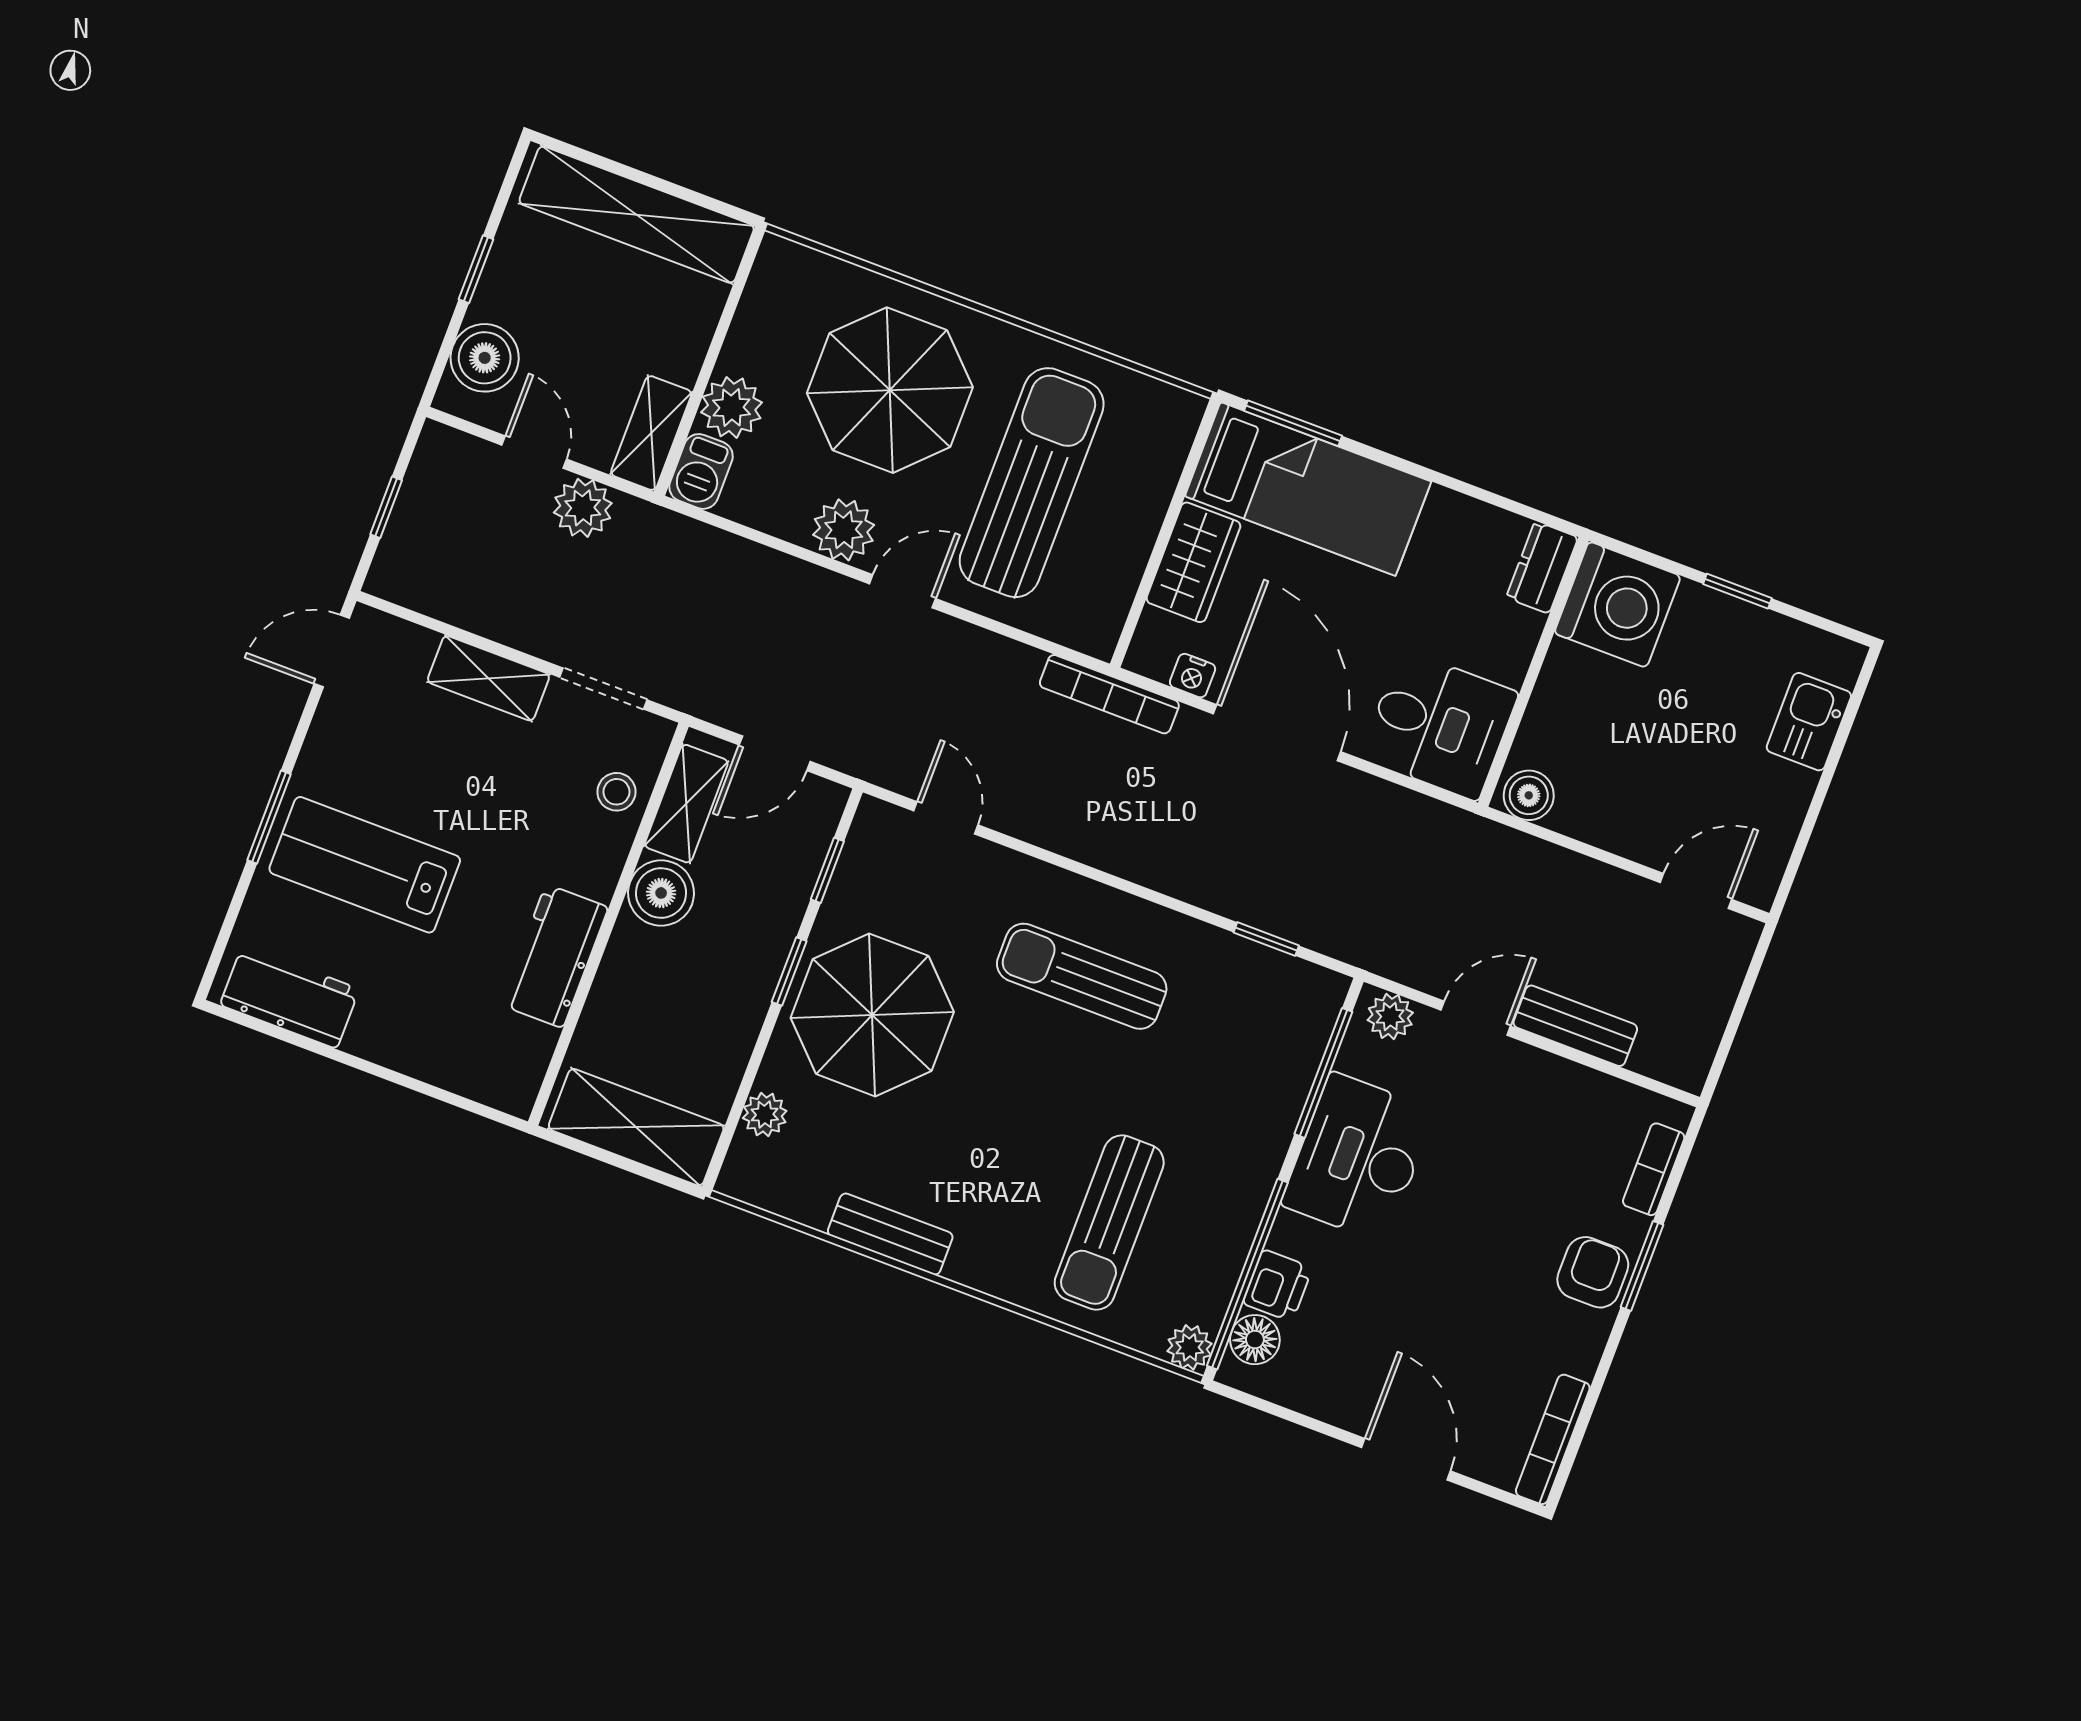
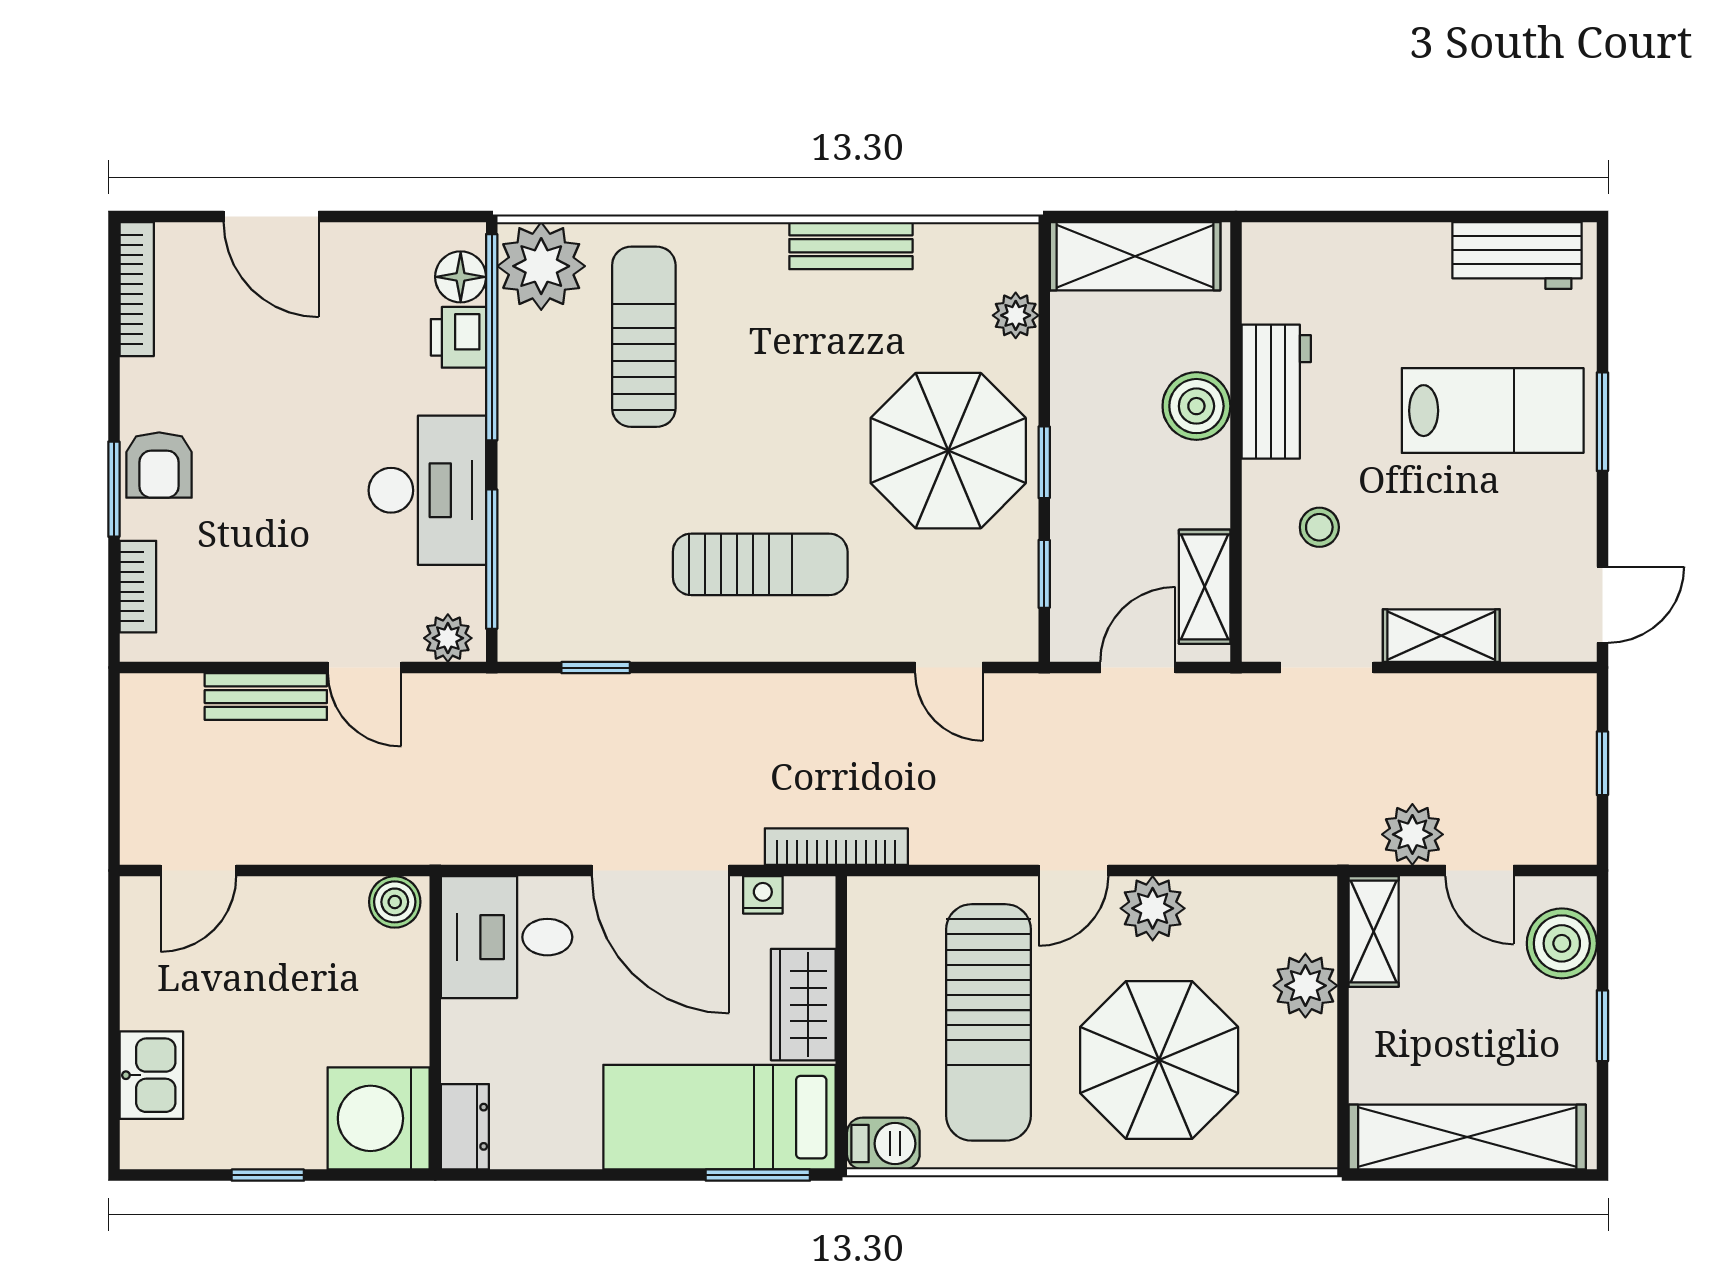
barbecue: (701, 471) -> (883, 1144), moved, turned 90
stool: (616, 792) -> (1319, 527), moved
boiler: (661, 893) -> (1196, 406), moved
door: (1476, 1018) -> (365, 668), hinge flipped
plant: (1190, 1347) -> (541, 266), width x1.88, depth x1.88

